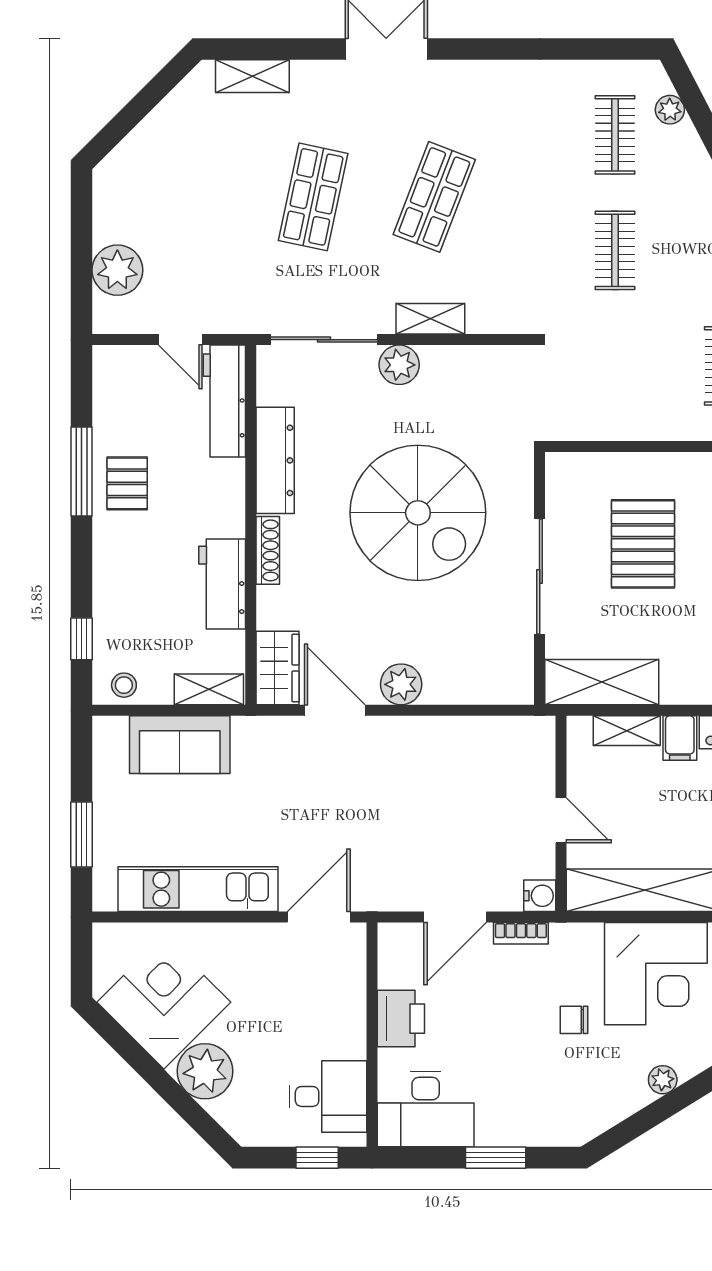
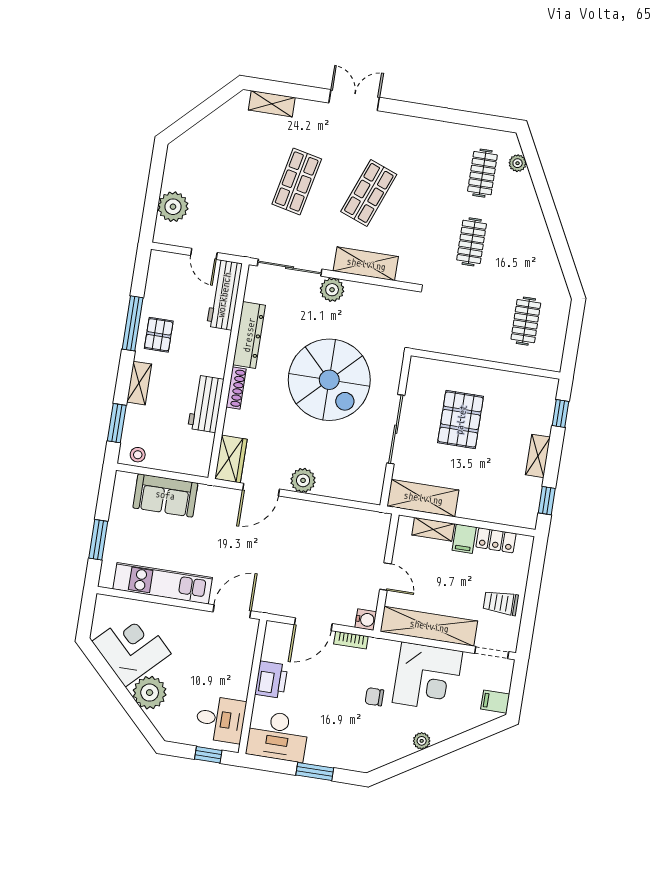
shelving: (430, 319) -> (366, 264), width x1.50, depth x1.33
window: (81, 639) -> (117, 423), width x1.50
shelving: (209, 689) -> (139, 383), moved, turned 90
door: (335, 710) -> (261, 490), swing flipped

